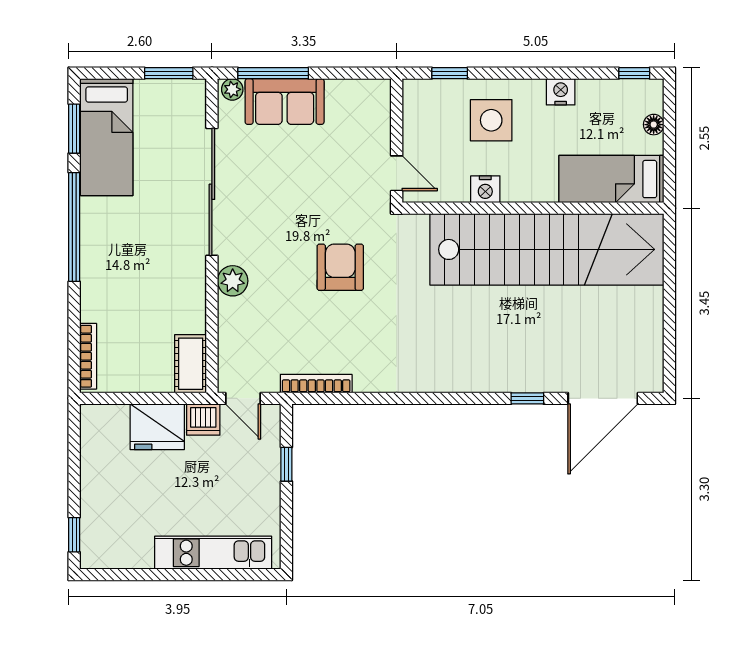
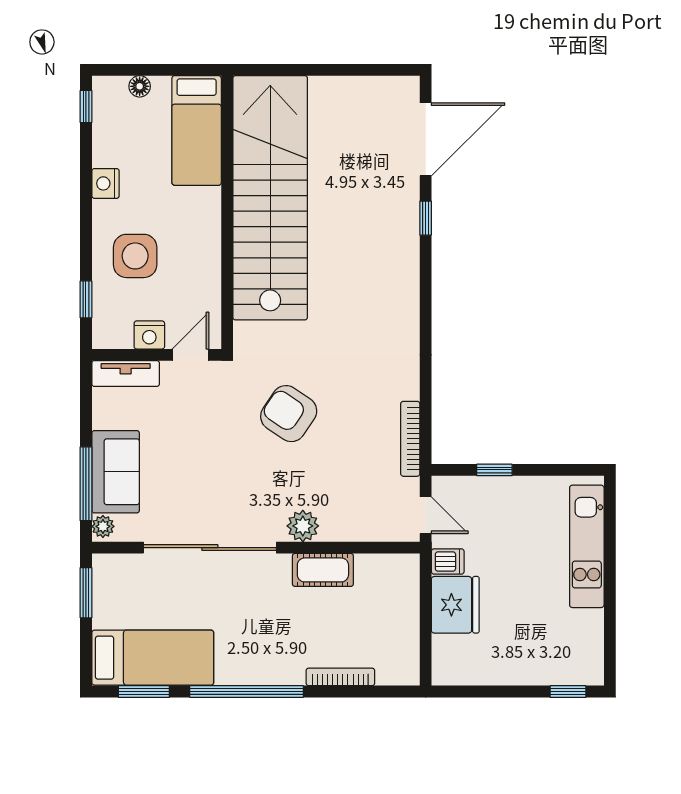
tv unit: (379, 111) -> (126, 373), added
nightstand: (485, 189) -> (149, 335), moved, turned 90
armchair: (340, 267) -> (289, 414), turned 34
bookcase: (88, 356) -> (340, 677), moved
cot: (191, 364) -> (323, 570), moved
door: (243, 398) -> (426, 515), hinge flipped
door: (603, 398) -> (426, 139), hinge flipped
dishwasher: (203, 420) -> (448, 562), width x0.73

